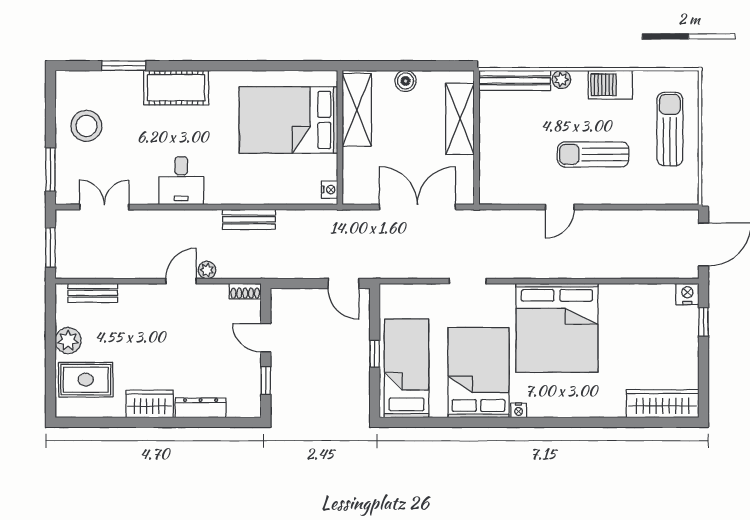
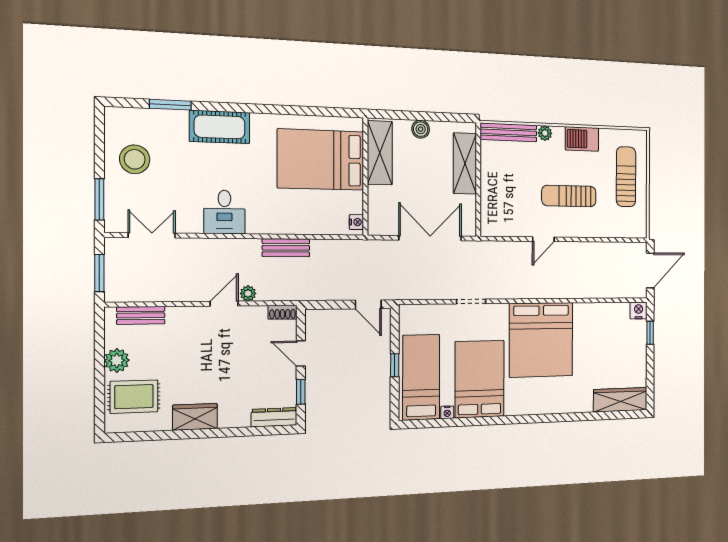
dresser: (201, 408) -> (274, 417), moved
nightstand: (519, 410) -> (447, 412), moved

